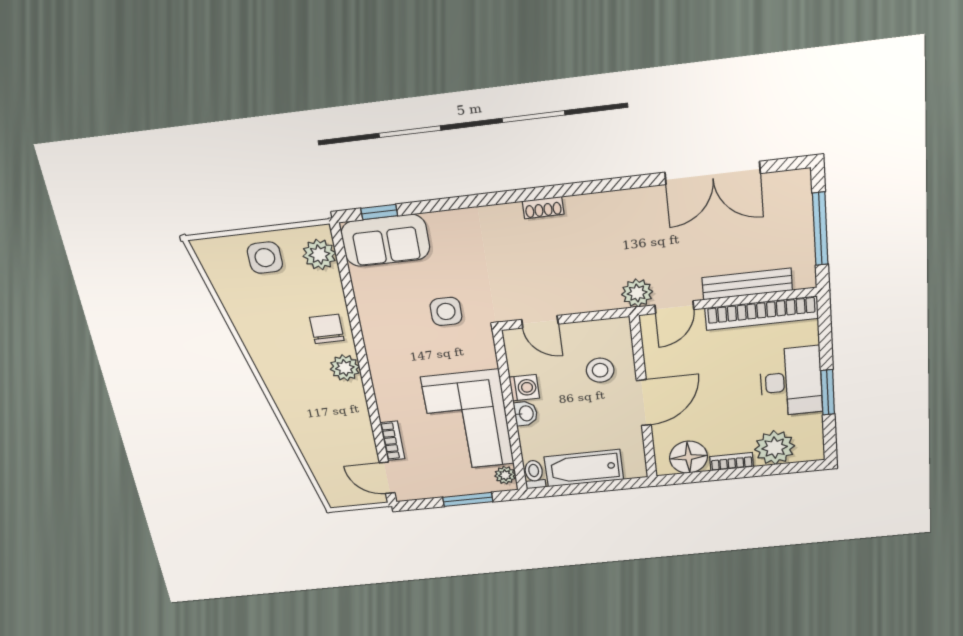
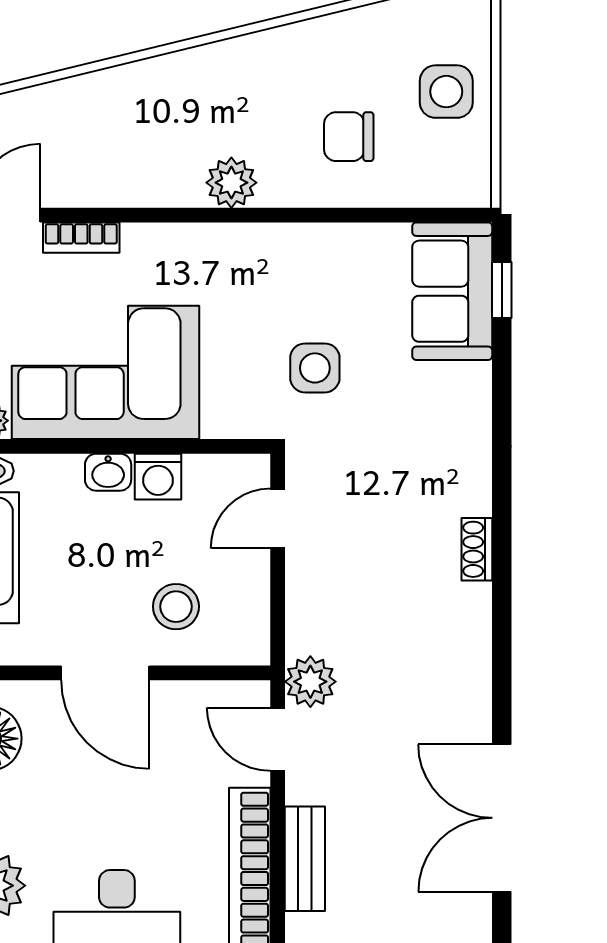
plant: (319, 255) -> (441, 181), removed
bench: (747, 284) -> (305, 859), width x0.73
chair: (327, 329) -> (349, 137), moved, turned 180

